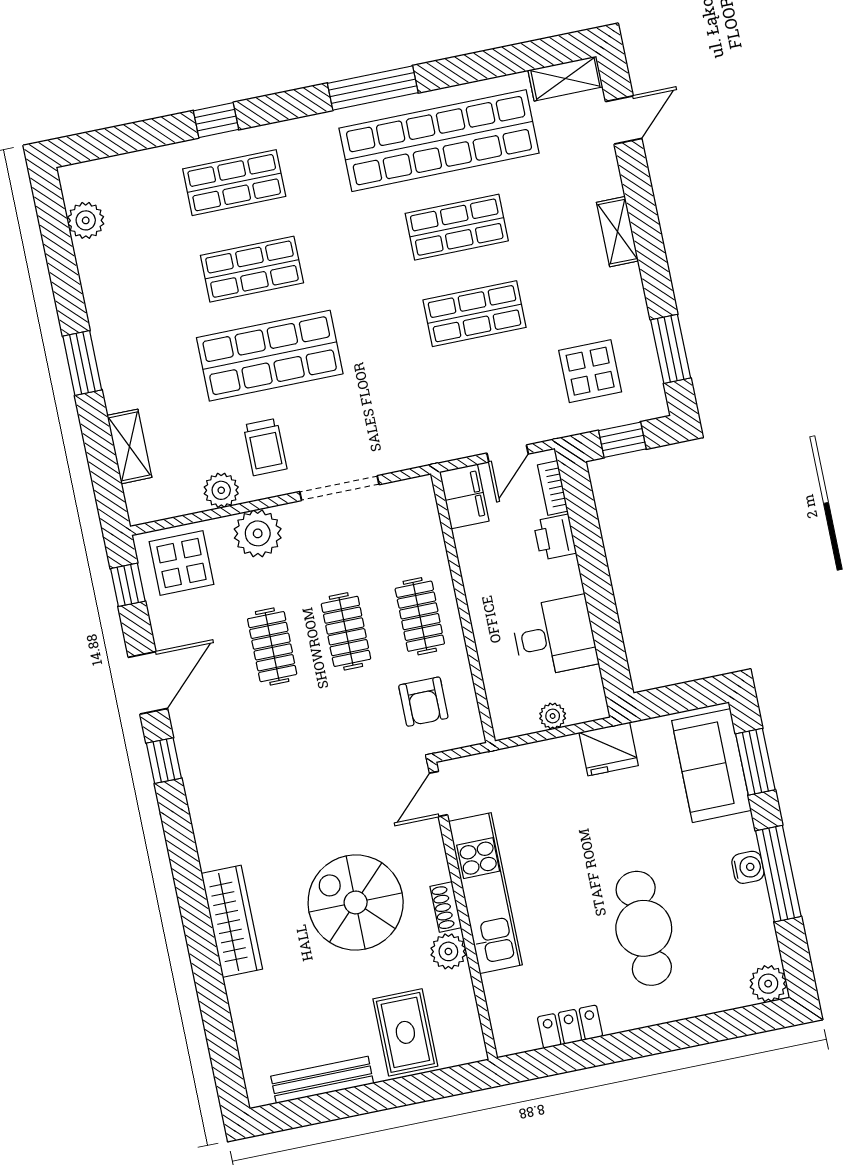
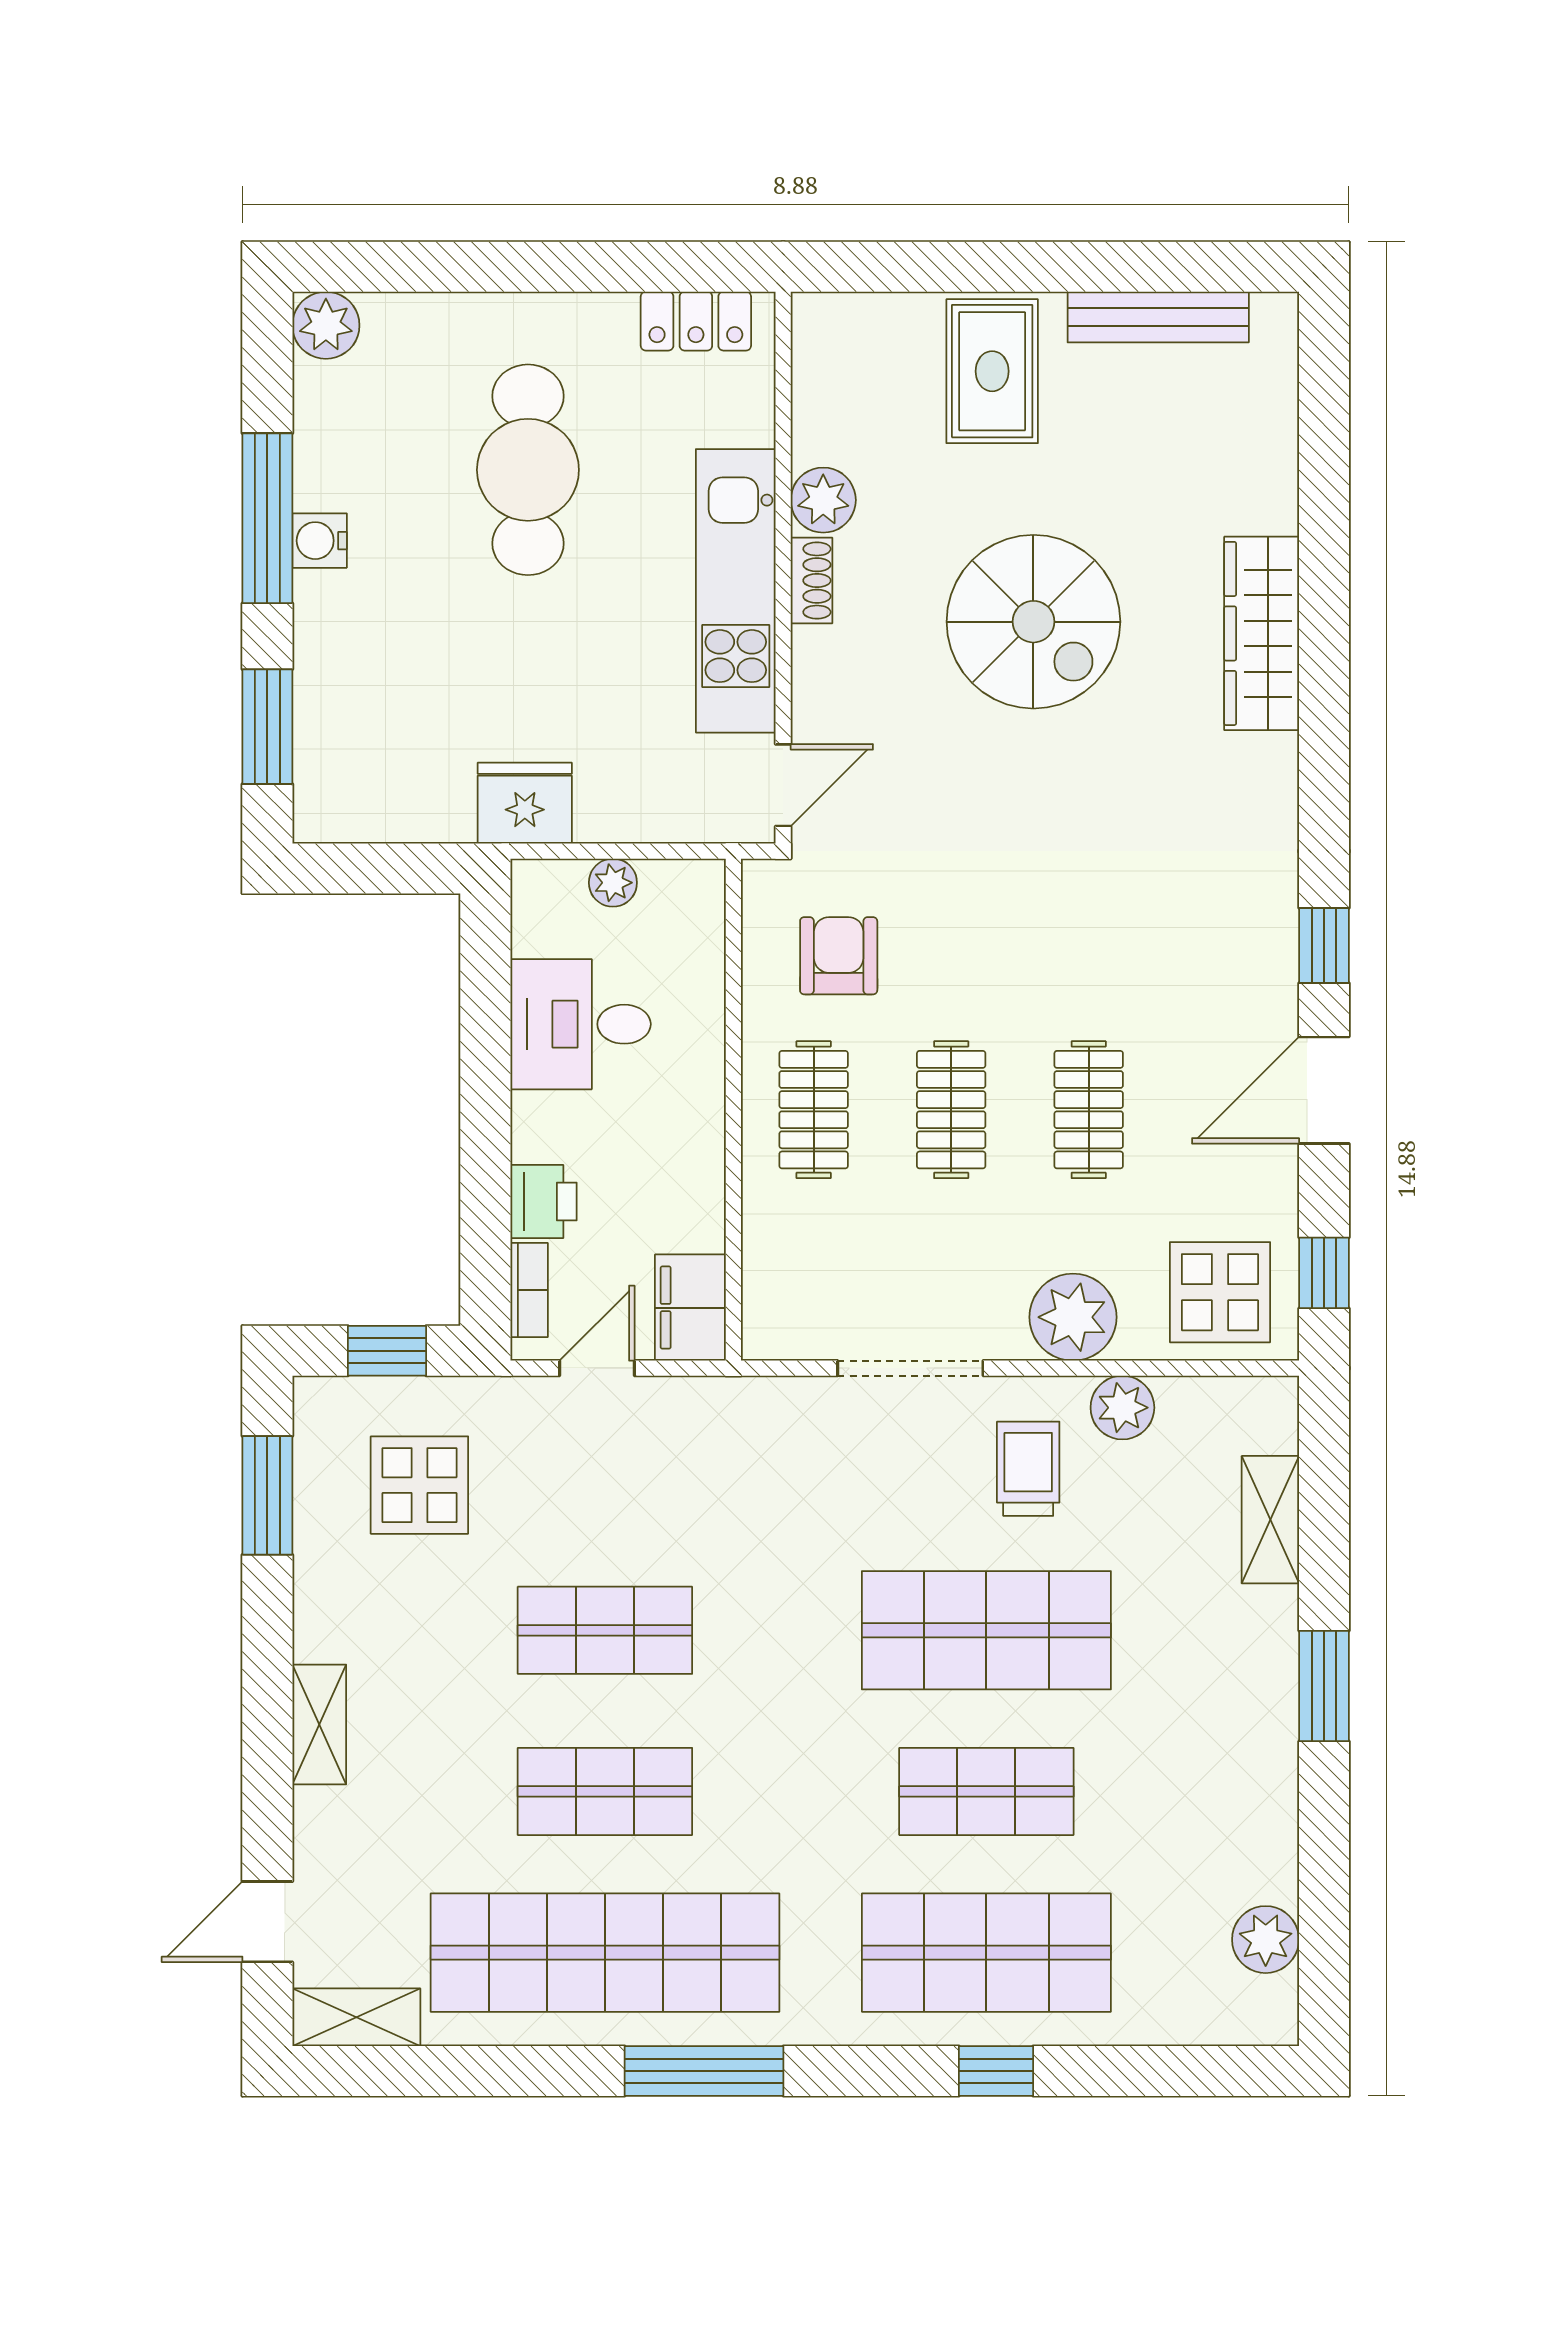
shop shelf: (234, 183) -> (986, 1953), width x1.43, depth x1.36
sofa: (711, 766) -> (347, 736), removed
door: (438, 794) -> (783, 785), moved
kitchen unit: (485, 893) -> (736, 591), moved
shoe rack: (446, 907) -> (812, 580), moved
wall: (462, 911) -> (783, 568), moved
plant: (448, 951) -> (823, 500), moved

